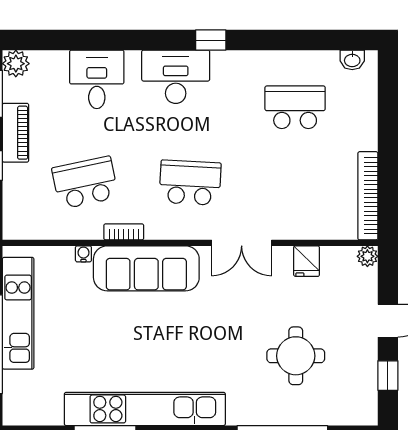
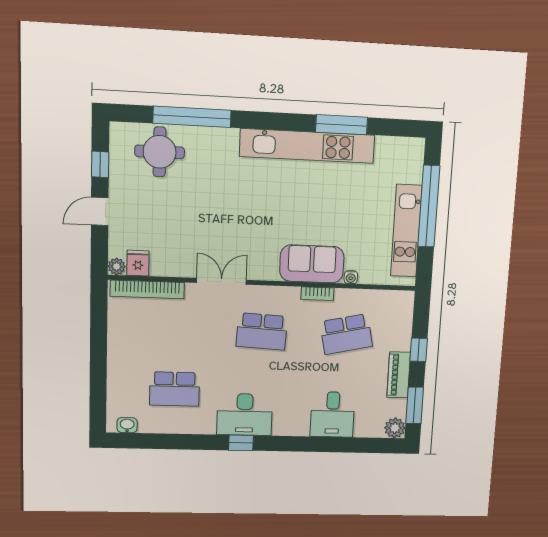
desk: (176, 77) -> (245, 415), moved
bookcase: (368, 196) -> (147, 289), moved, turned 90
fridge: (307, 261) -> (138, 263), moved
sofa: (146, 268) -> (312, 264), width x0.73
round table: (296, 356) -> (160, 152), moved

